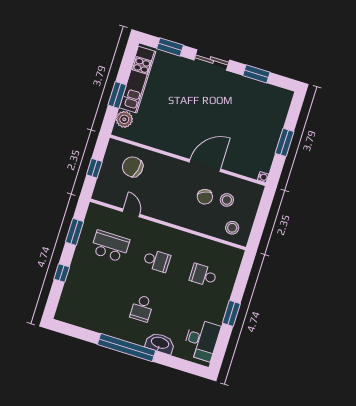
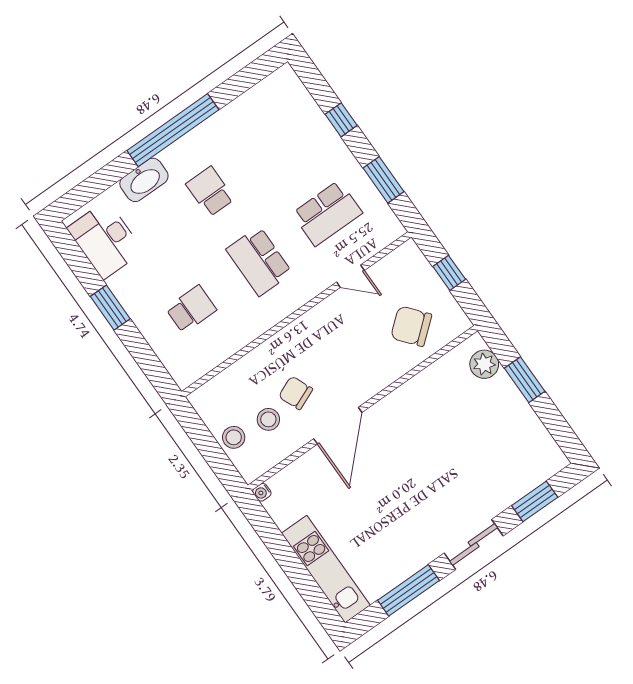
window: (256, 74) -> (409, 590), width x1.44
kitchen unit: (137, 80) -> (326, 569), moved, turned 180
window: (285, 142) -> (286, 557), removed
chair: (133, 167) -> (411, 326), turned -143
stool: (232, 228) -> (234, 437), moved
school desk: (157, 261) -> (259, 261), width x1.85

